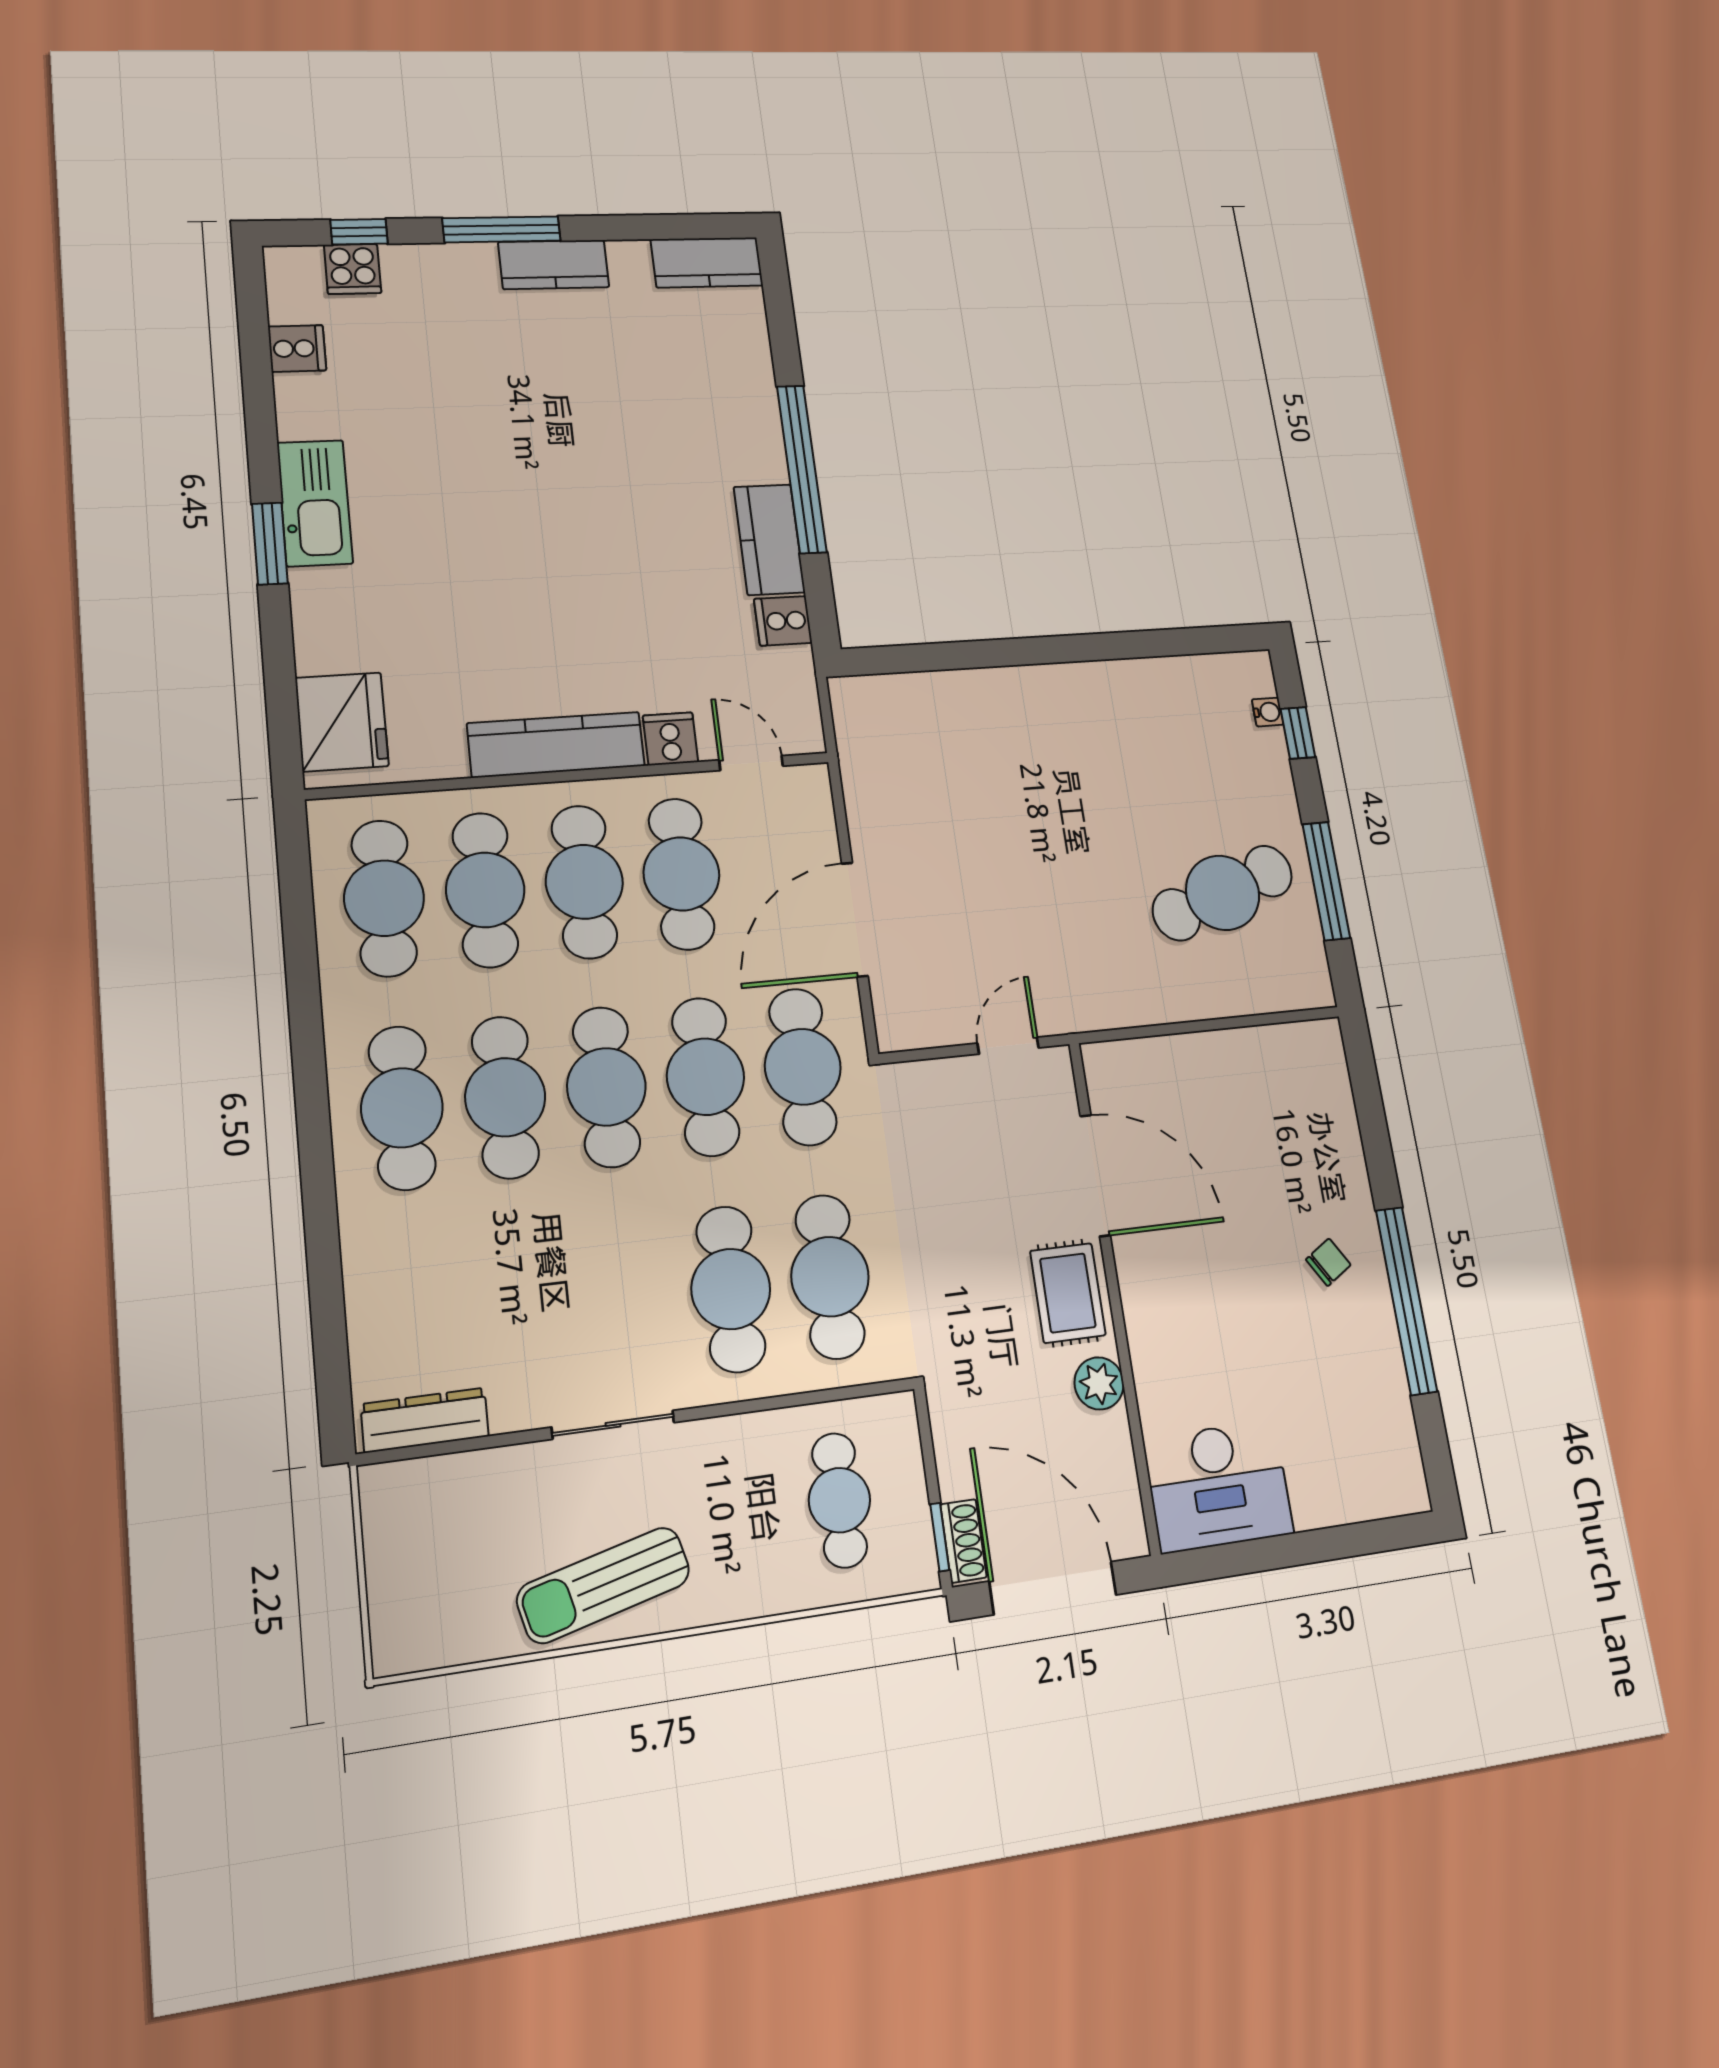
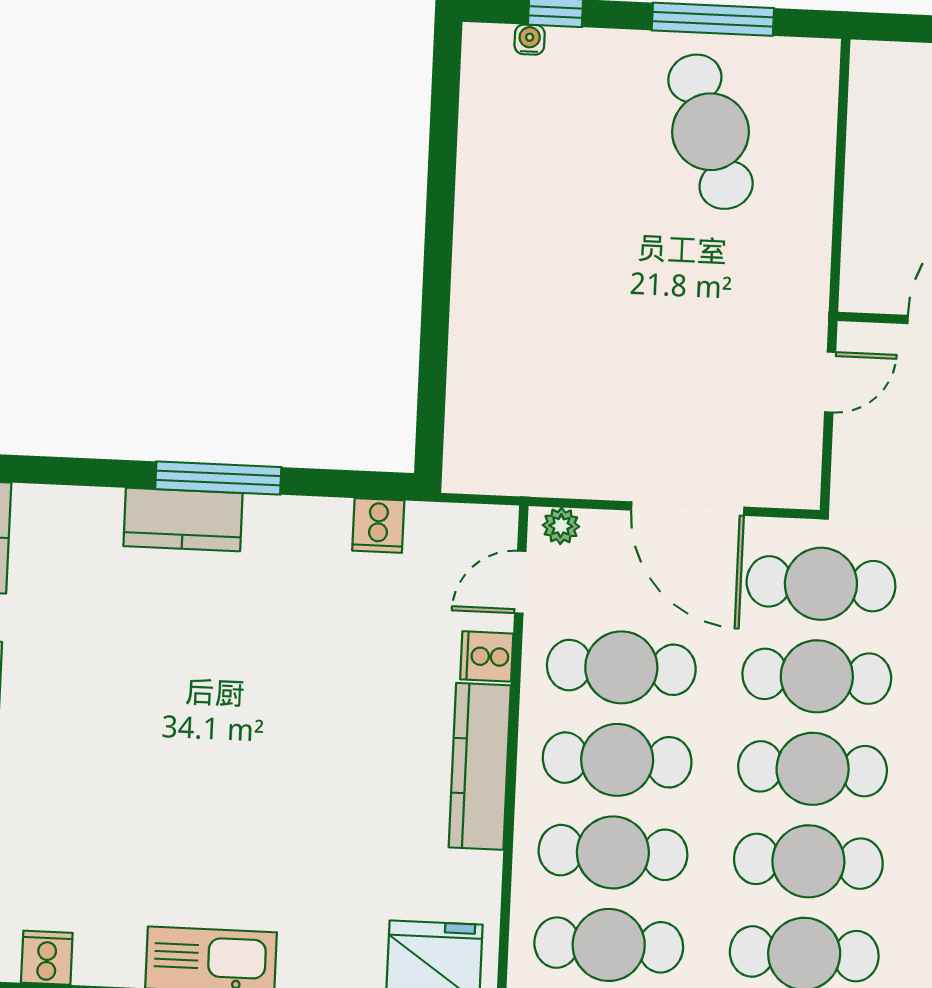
window: (802, 469) -> (218, 478), width x0.68
kitchen counter: (769, 540) -> (183, 520), moved
plant: (815, 796) -> (561, 526), added
door: (1008, 1046) -> (830, 382), swing flipped

